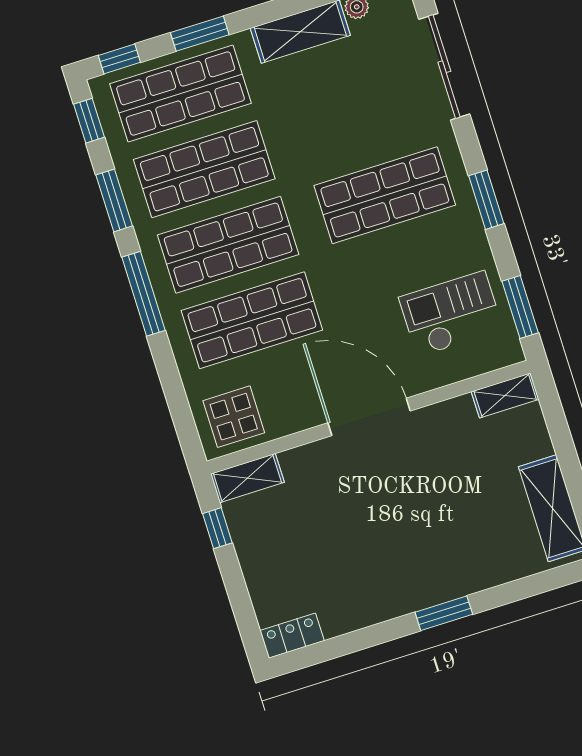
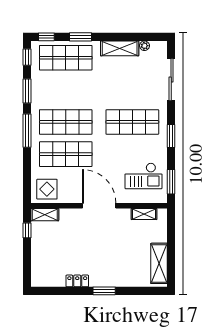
shop shelf: (204, 169) -> (66, 90), removed
checkout: (451, 314) -> (144, 176), turned 180
shelving: (505, 395) -> (144, 214), moved
locker: (292, 636) -> (77, 281), moved

